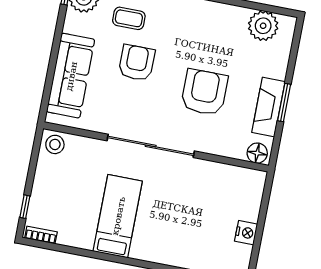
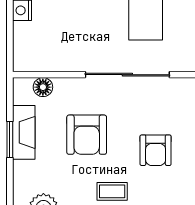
coffee table: (129, 18) -> (112, 191), moved
floor lamp: (257, 153) -> (43, 87), moved

